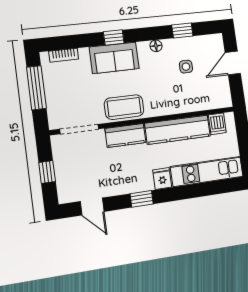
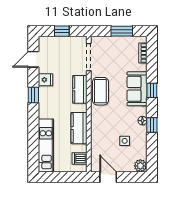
window: (182, 30) -> (152, 125), moved
plant: (215, 42) -> (140, 166), added
door: (233, 63) -> (108, 177), moved
window: (36, 88) -> (122, 31), width x0.69
kitchen counter: (178, 130) -> (79, 128), width x0.67
fridge: (162, 179) -> (46, 80), moved

